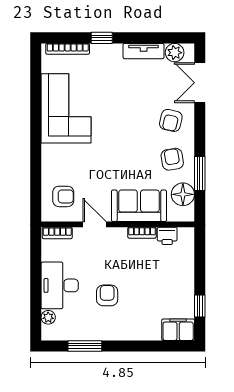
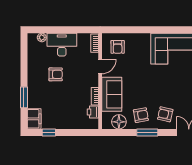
window: (200, 173) -> (147, 132), moved
window: (85, 346) -> (24, 97), moved

